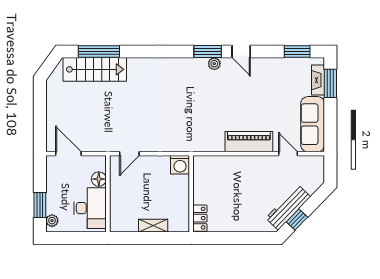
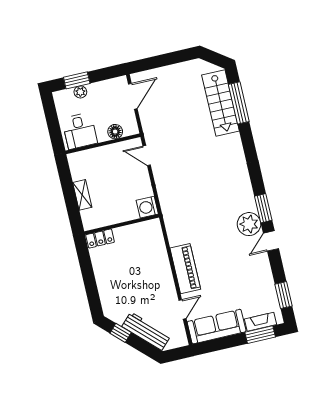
plant: (214, 64) -> (249, 224), width x1.88, depth x1.88
workbench: (288, 207) -> (146, 331), moved
desk: (90, 208) -> (80, 131), width x0.73
plant: (52, 221) -> (80, 92), moved

